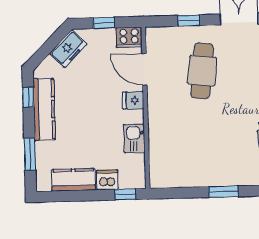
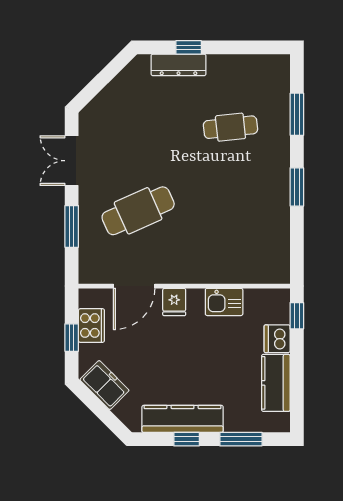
window: (189, 20) -> (72, 226), width x1.50
cooker: (129, 37) -> (91, 326), moved
cafe table: (202, 71) -> (138, 211), turned -30
window: (28, 97) -> (187, 439), moved

